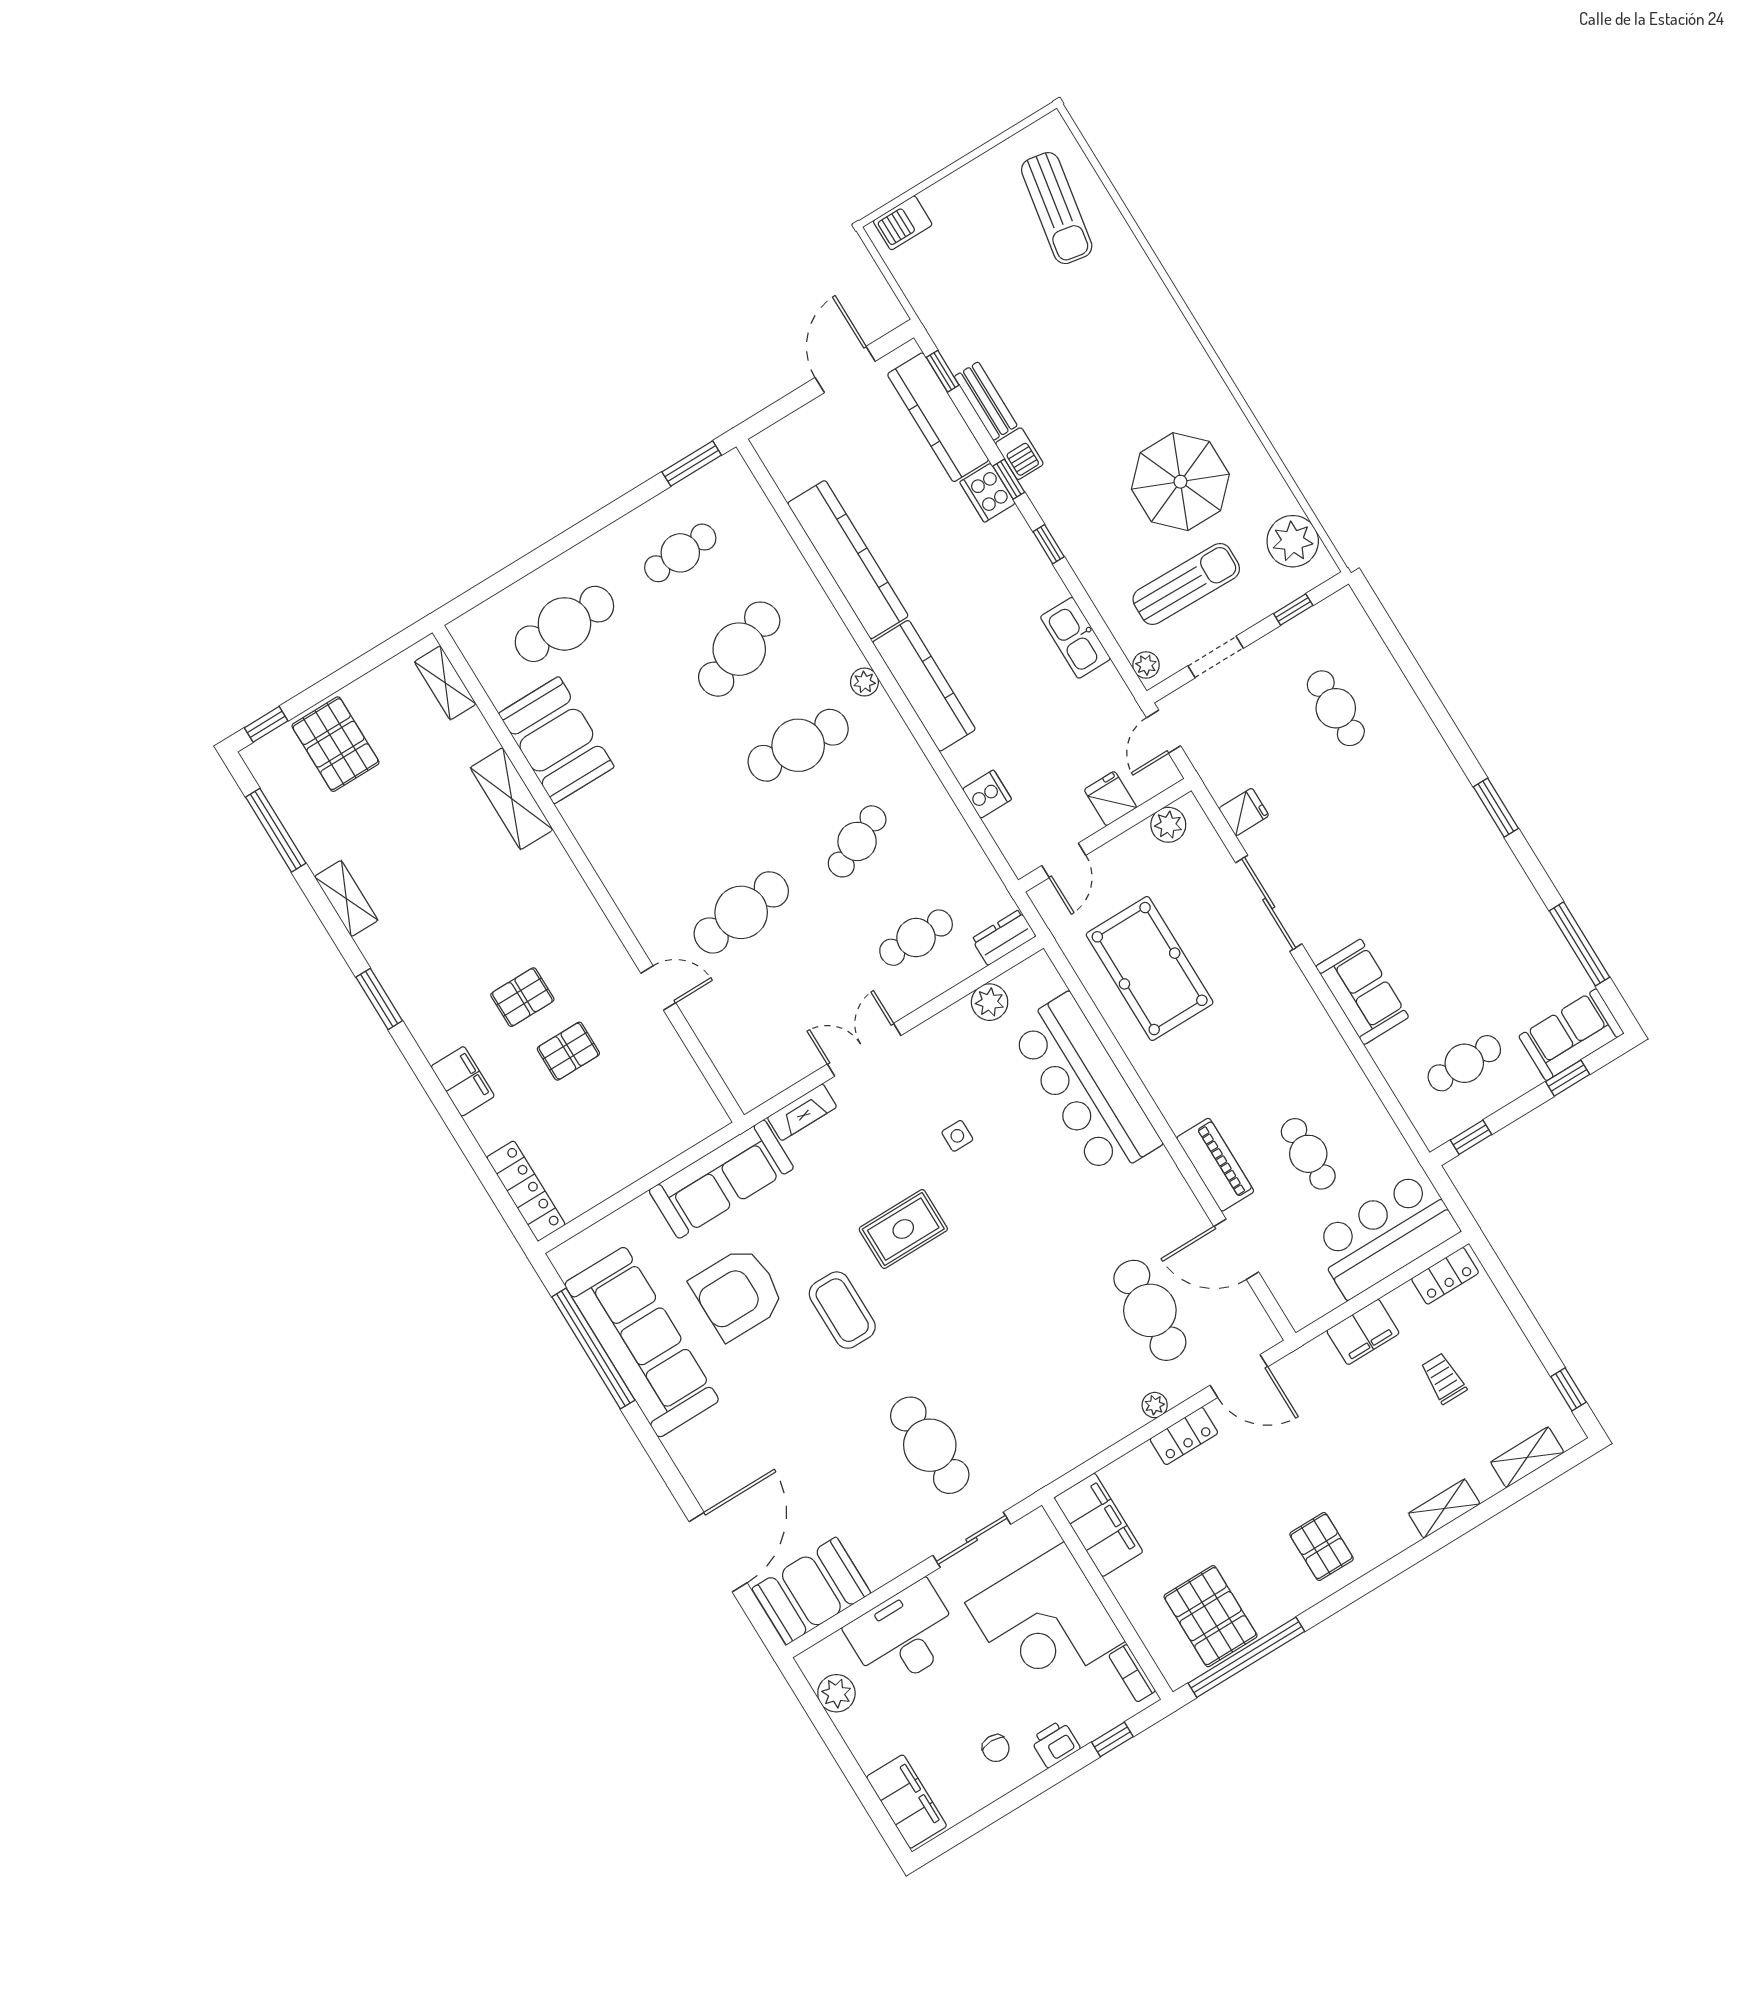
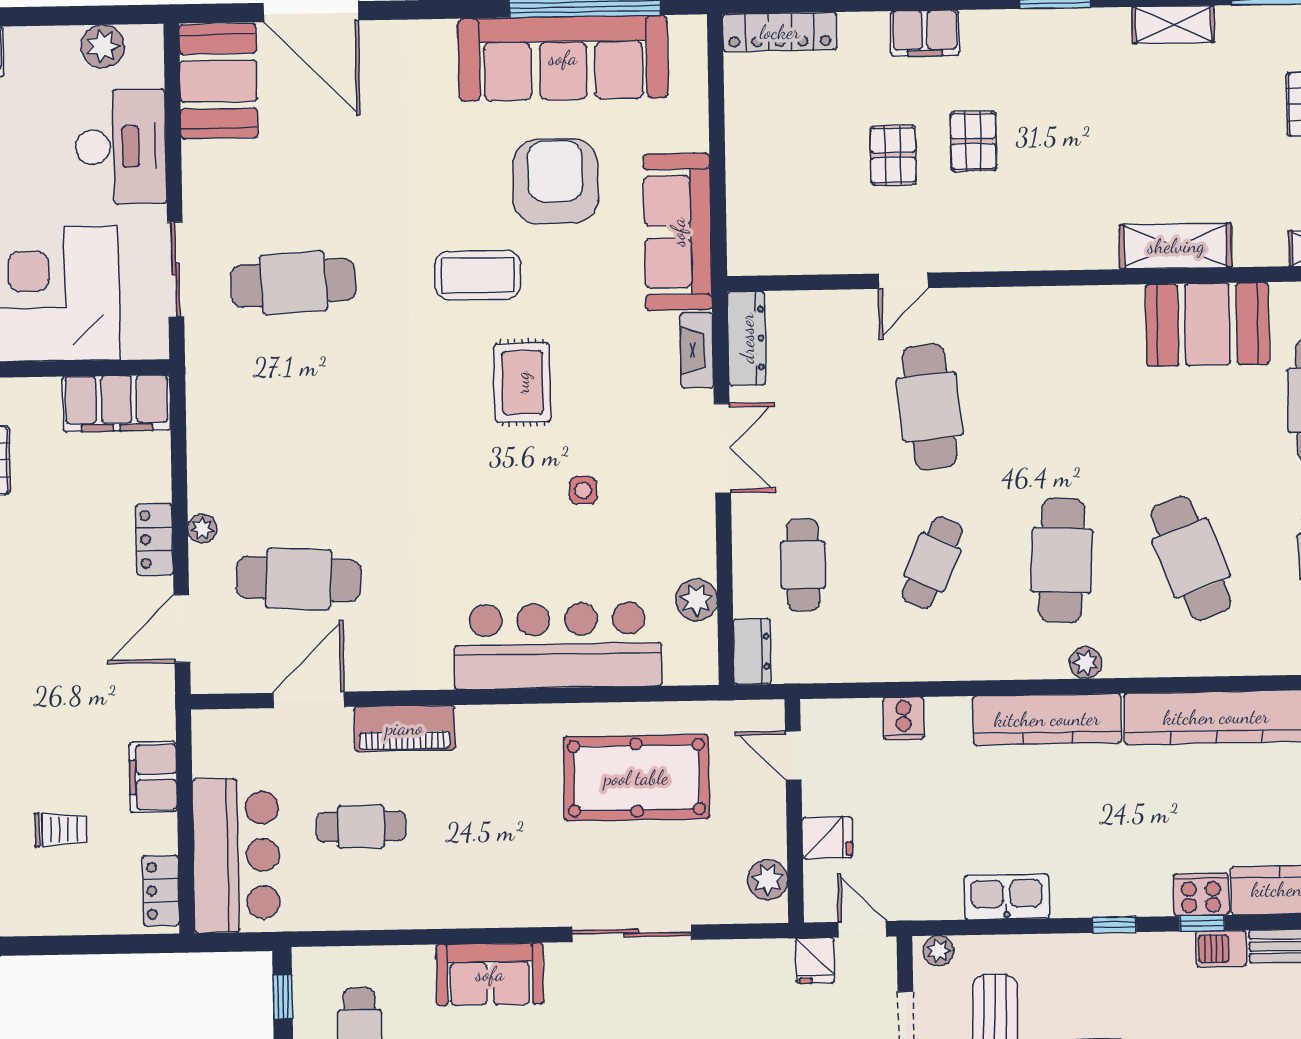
fridge: (1244, 812) -> (815, 960), moved
cafe table: (857, 841) -> (932, 563), turned 48
dresser: (771, 1080) -> (747, 338), added

